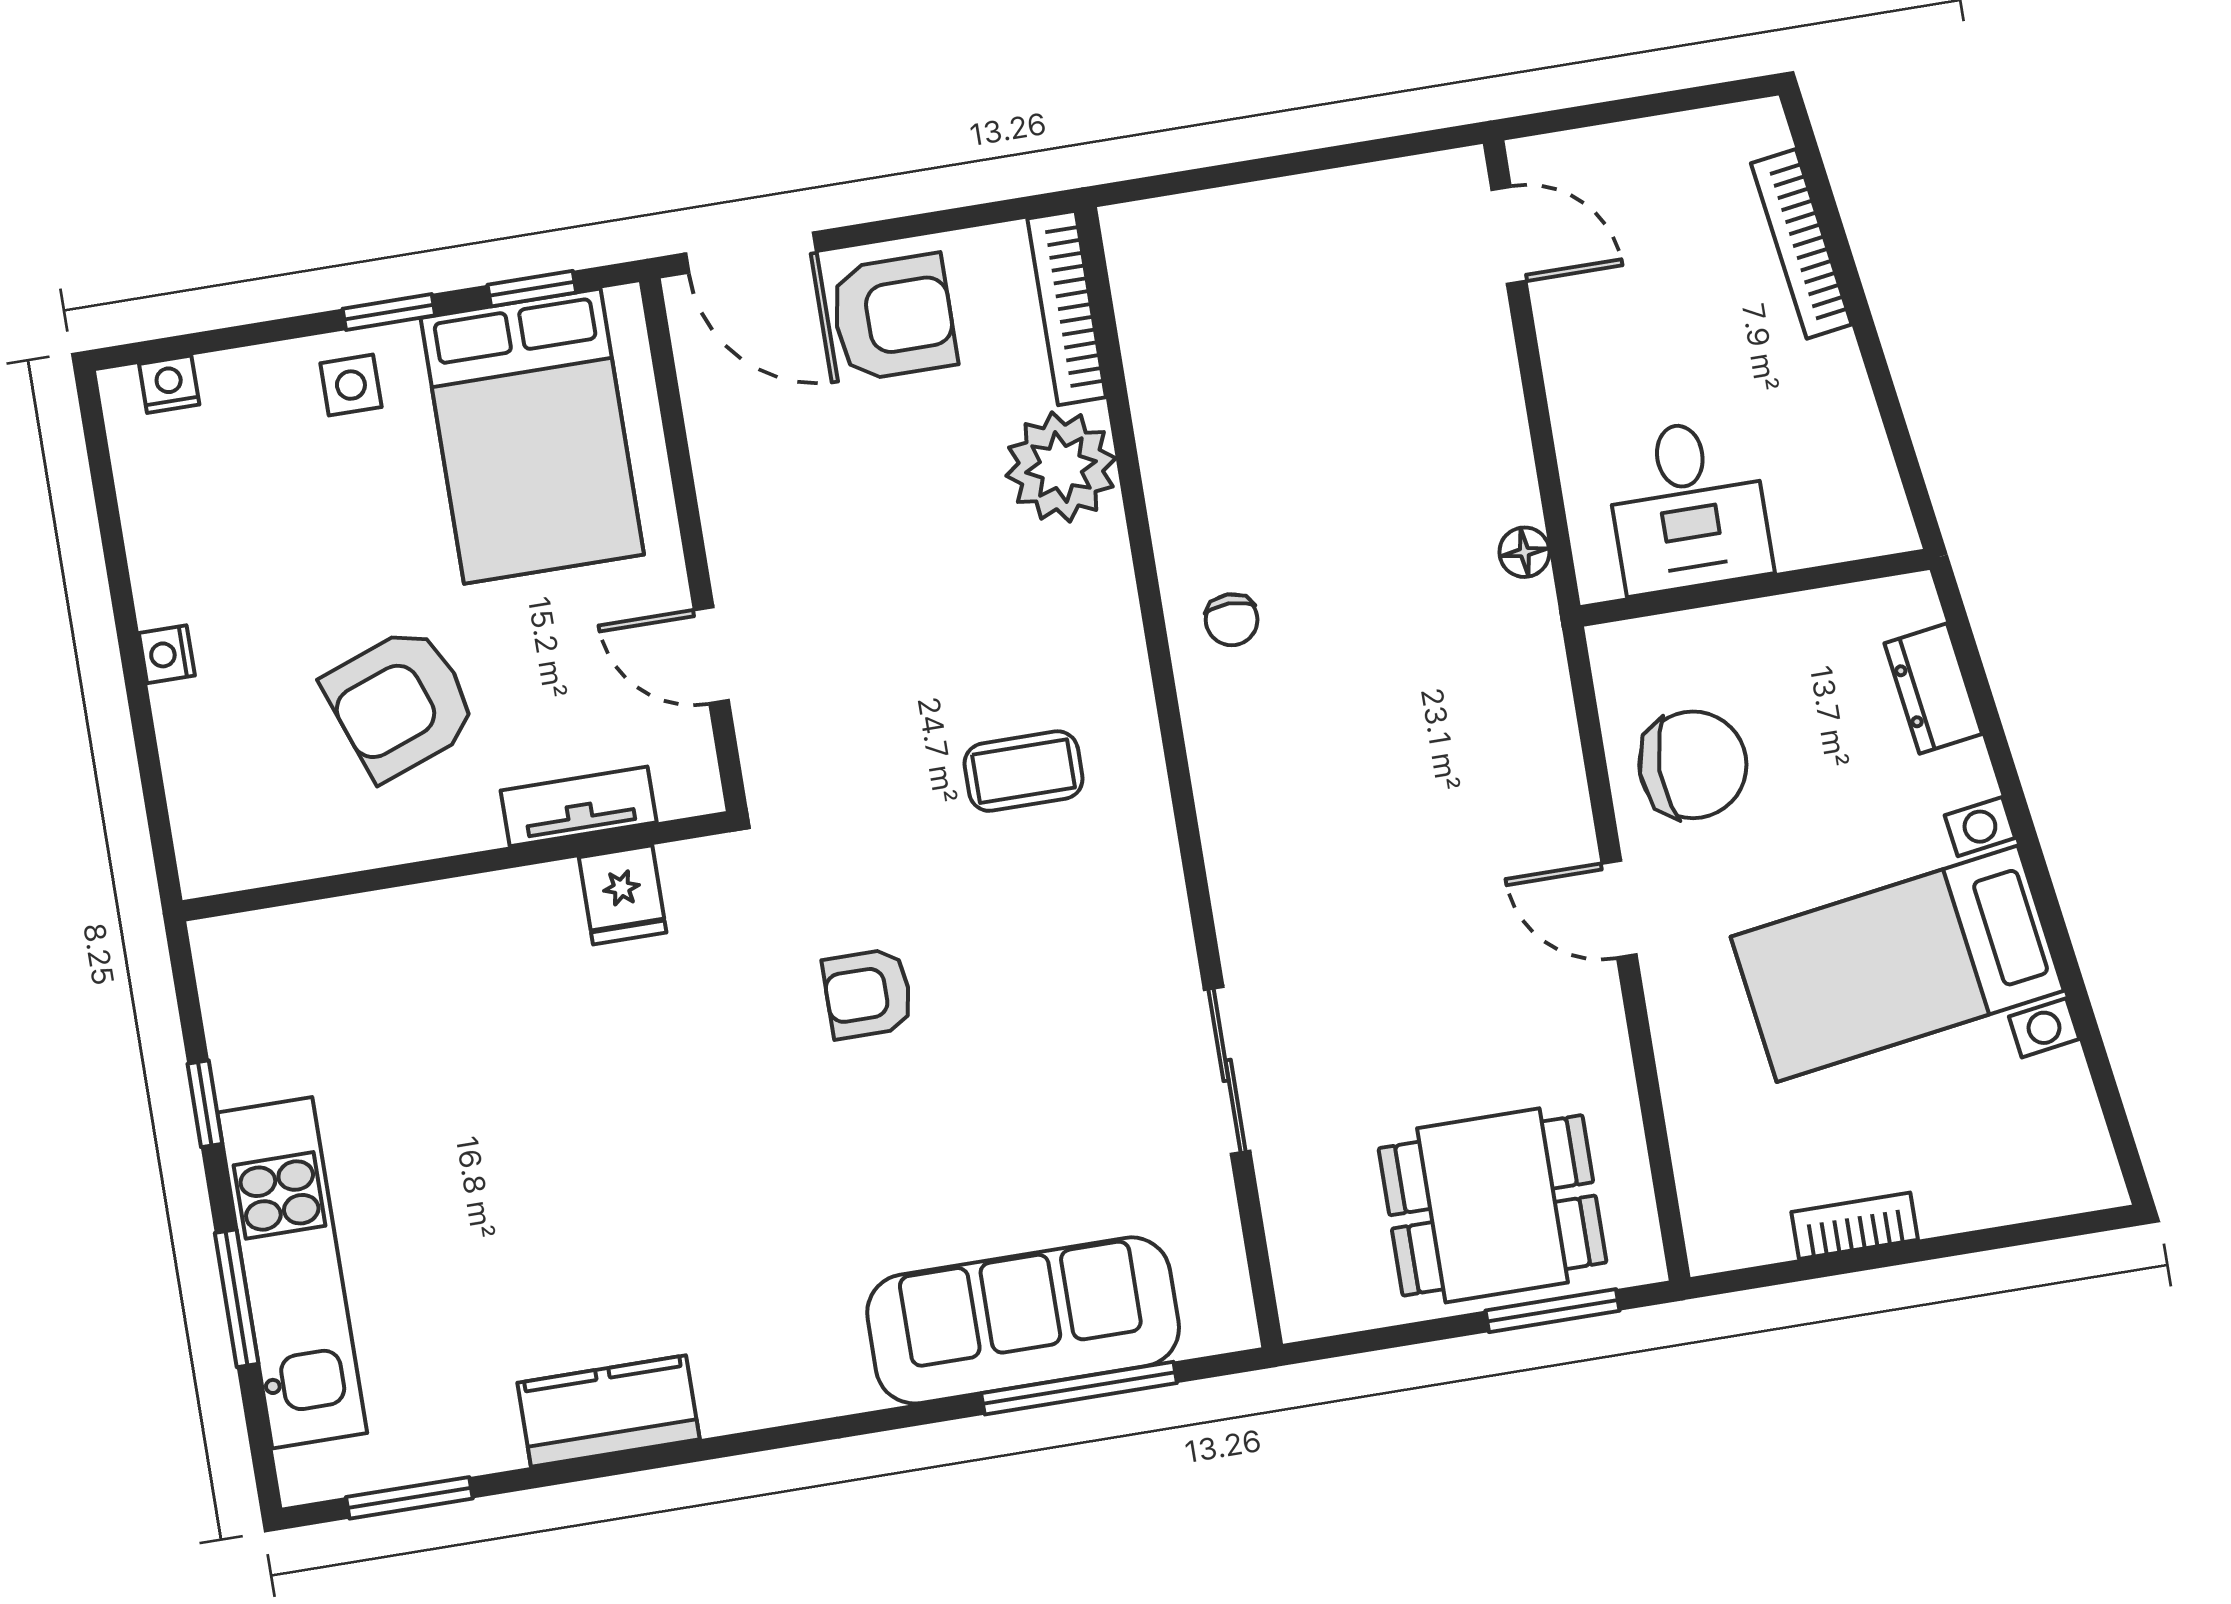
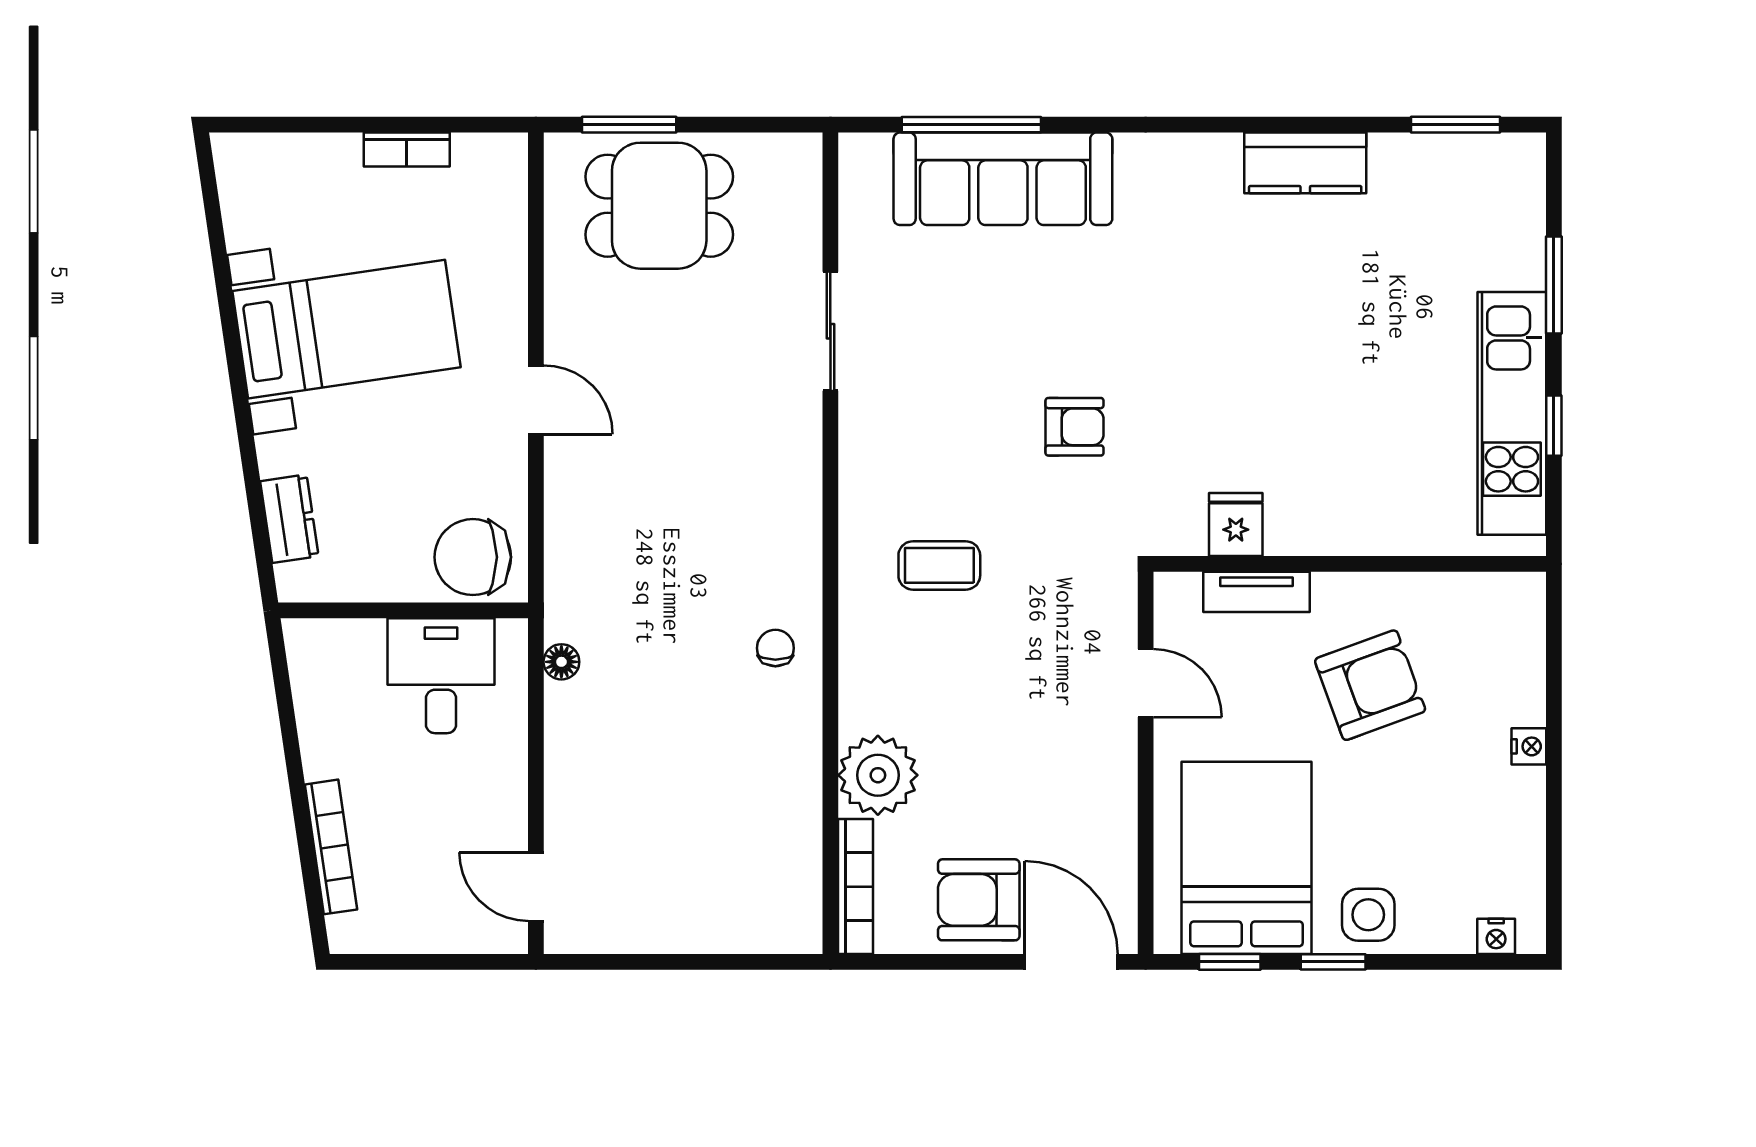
side table: (351, 385) -> (1368, 915), width x1.37, depth x1.37
chair: (1693, 765) -> (473, 557), moved
kitchen unit: (292, 1273) -> (1512, 413), moved

